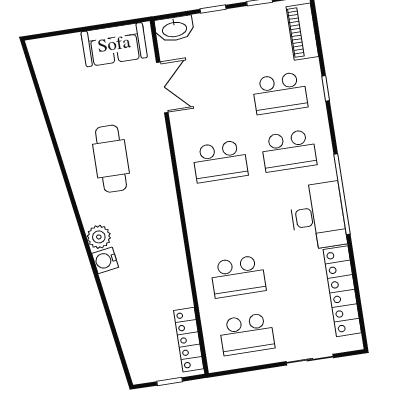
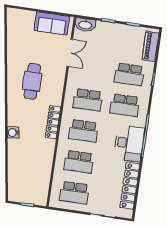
school desk: (229, 219) -> (83, 131), added
plant: (99, 237) -> (14, 120), removed
locker: (189, 340) -> (53, 122), moved

